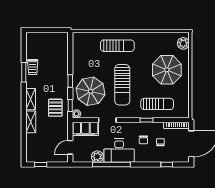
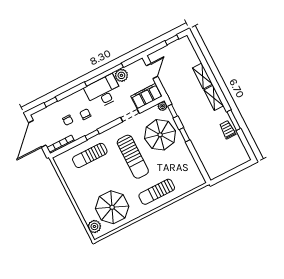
parasol: (167, 70) -> (112, 207), moved
sun lounger: (122, 85) -> (133, 157), turned 180
pallet: (55, 108) -> (186, 102), removed

